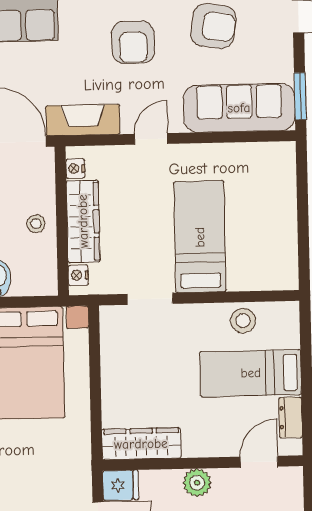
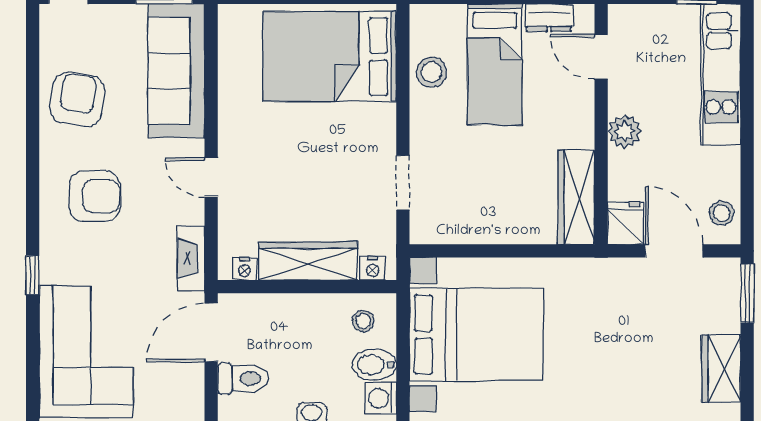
fireplace: (83, 120) -> (191, 259), width x0.73, depth x0.76
stool: (36, 224) -> (363, 321), moved
bed: (200, 237) -> (330, 57), moved, width x1.50

